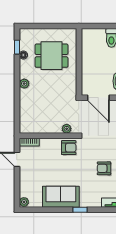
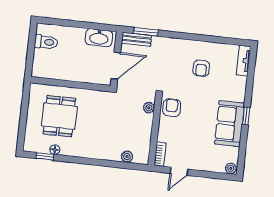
plant: (24, 84) -> (127, 157), moved
window: (80, 210) -> (246, 116), moved

